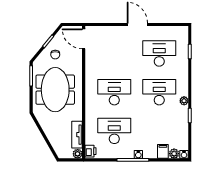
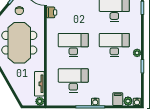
printer: (90, 151) -> (52, 12), moved

